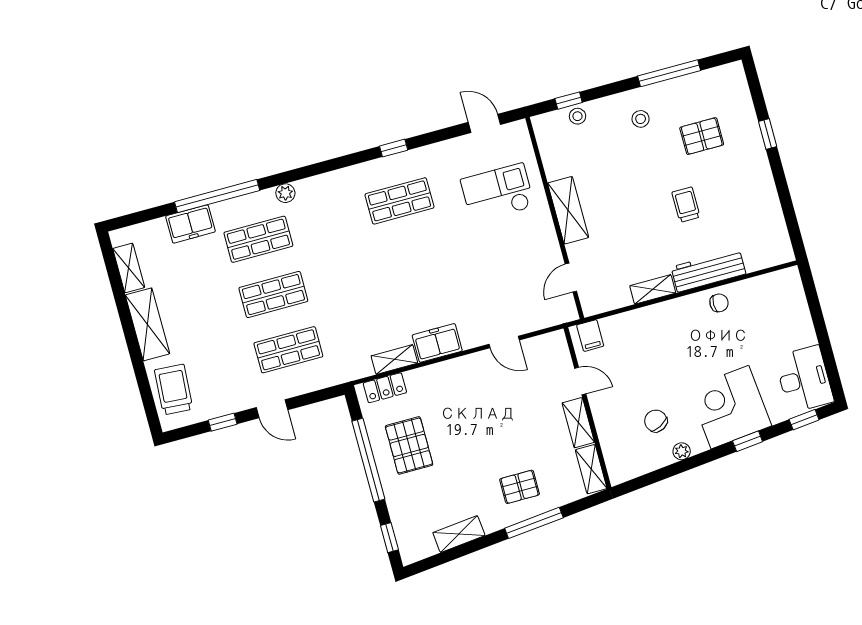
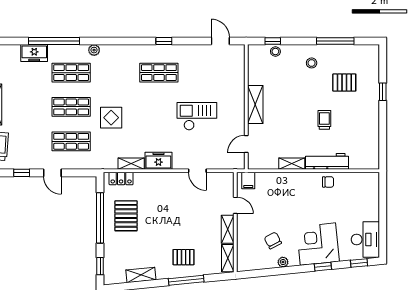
checkout: (498, 193) -> (197, 116), moved
display table: (342, 294) -> (111, 118), added

